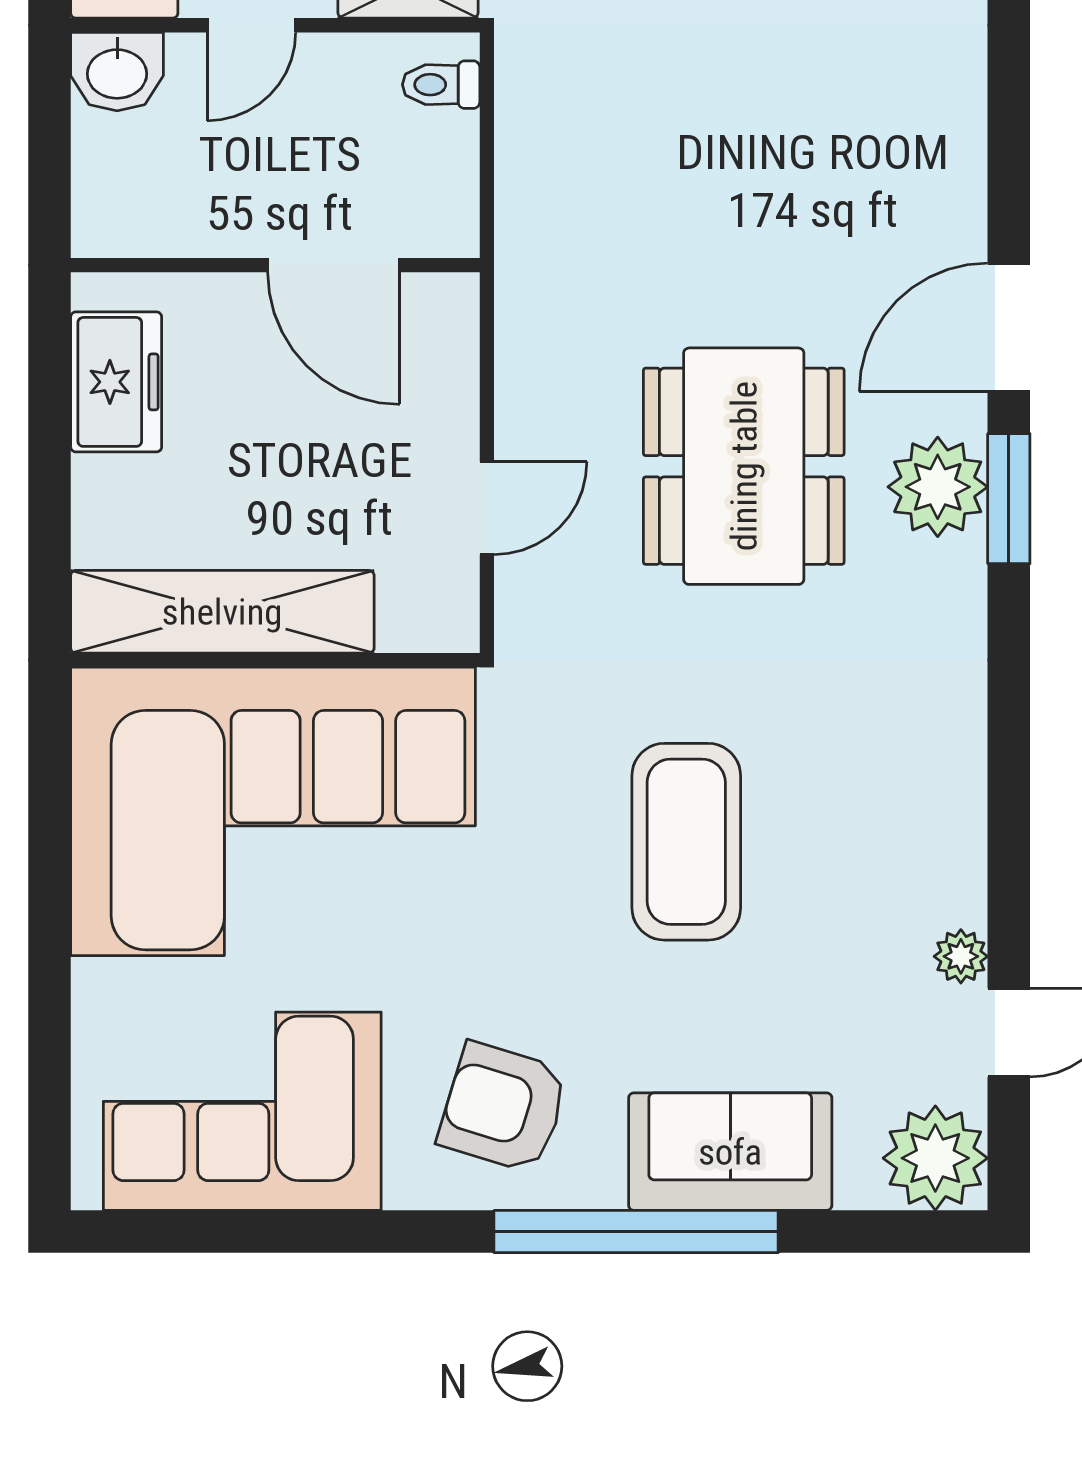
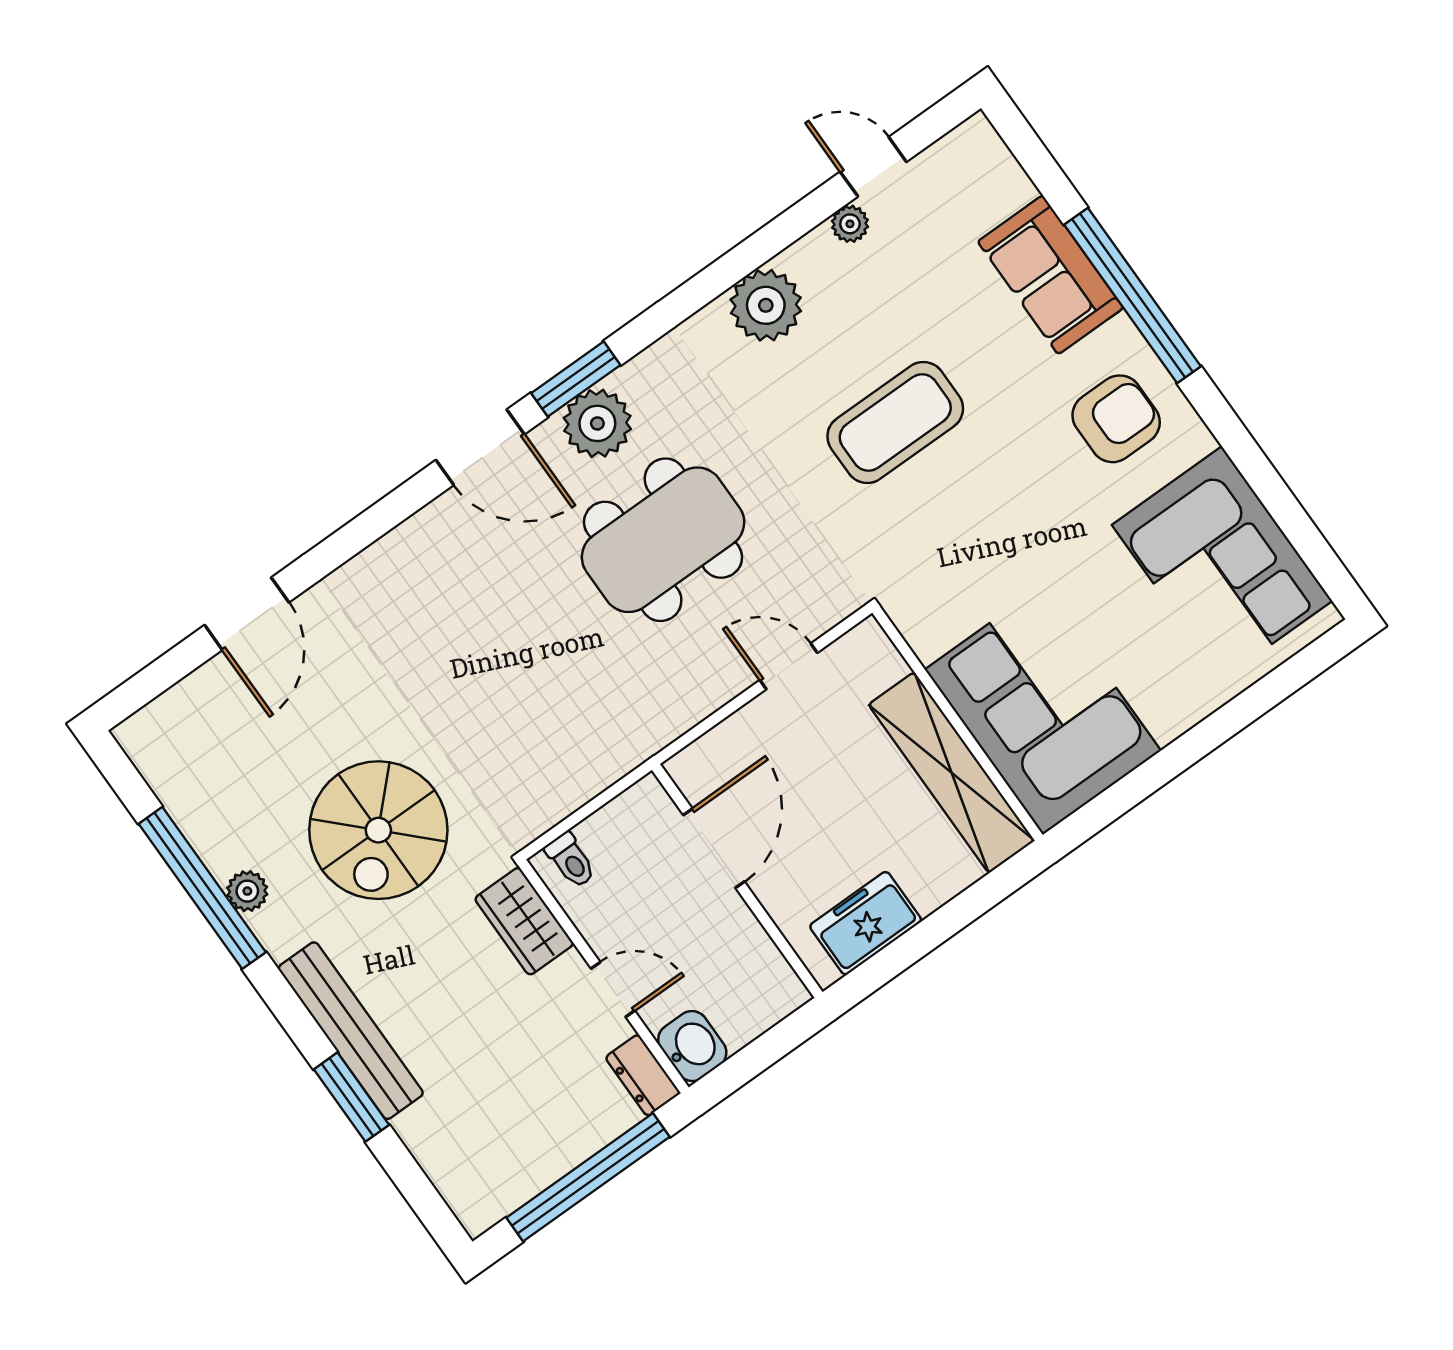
corner sofa: (273, 811) -> (1043, 710), width x0.73, depth x0.74
armchair: (503, 1107) -> (1116, 419), turned -107
plant: (935, 1158) -> (766, 305), moved

